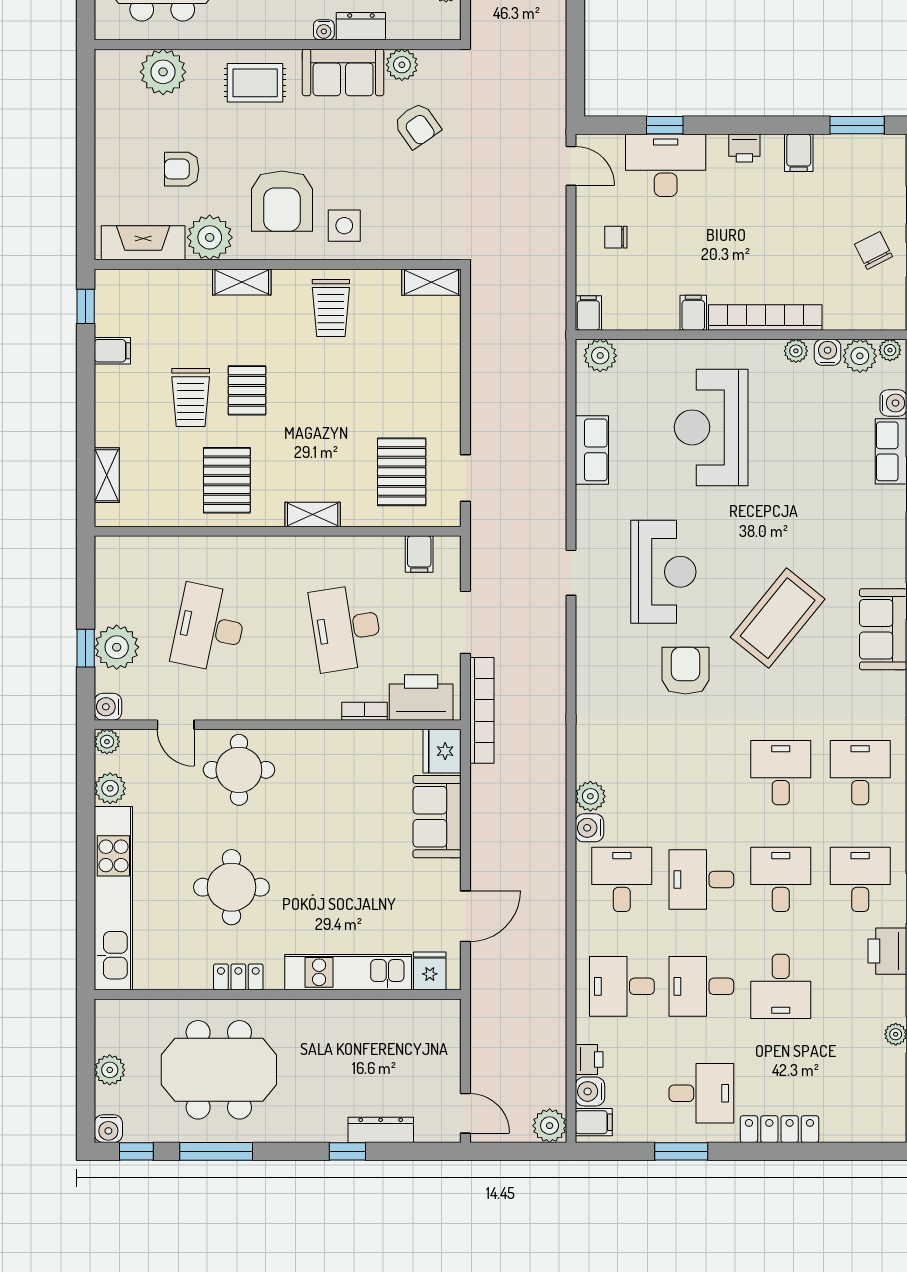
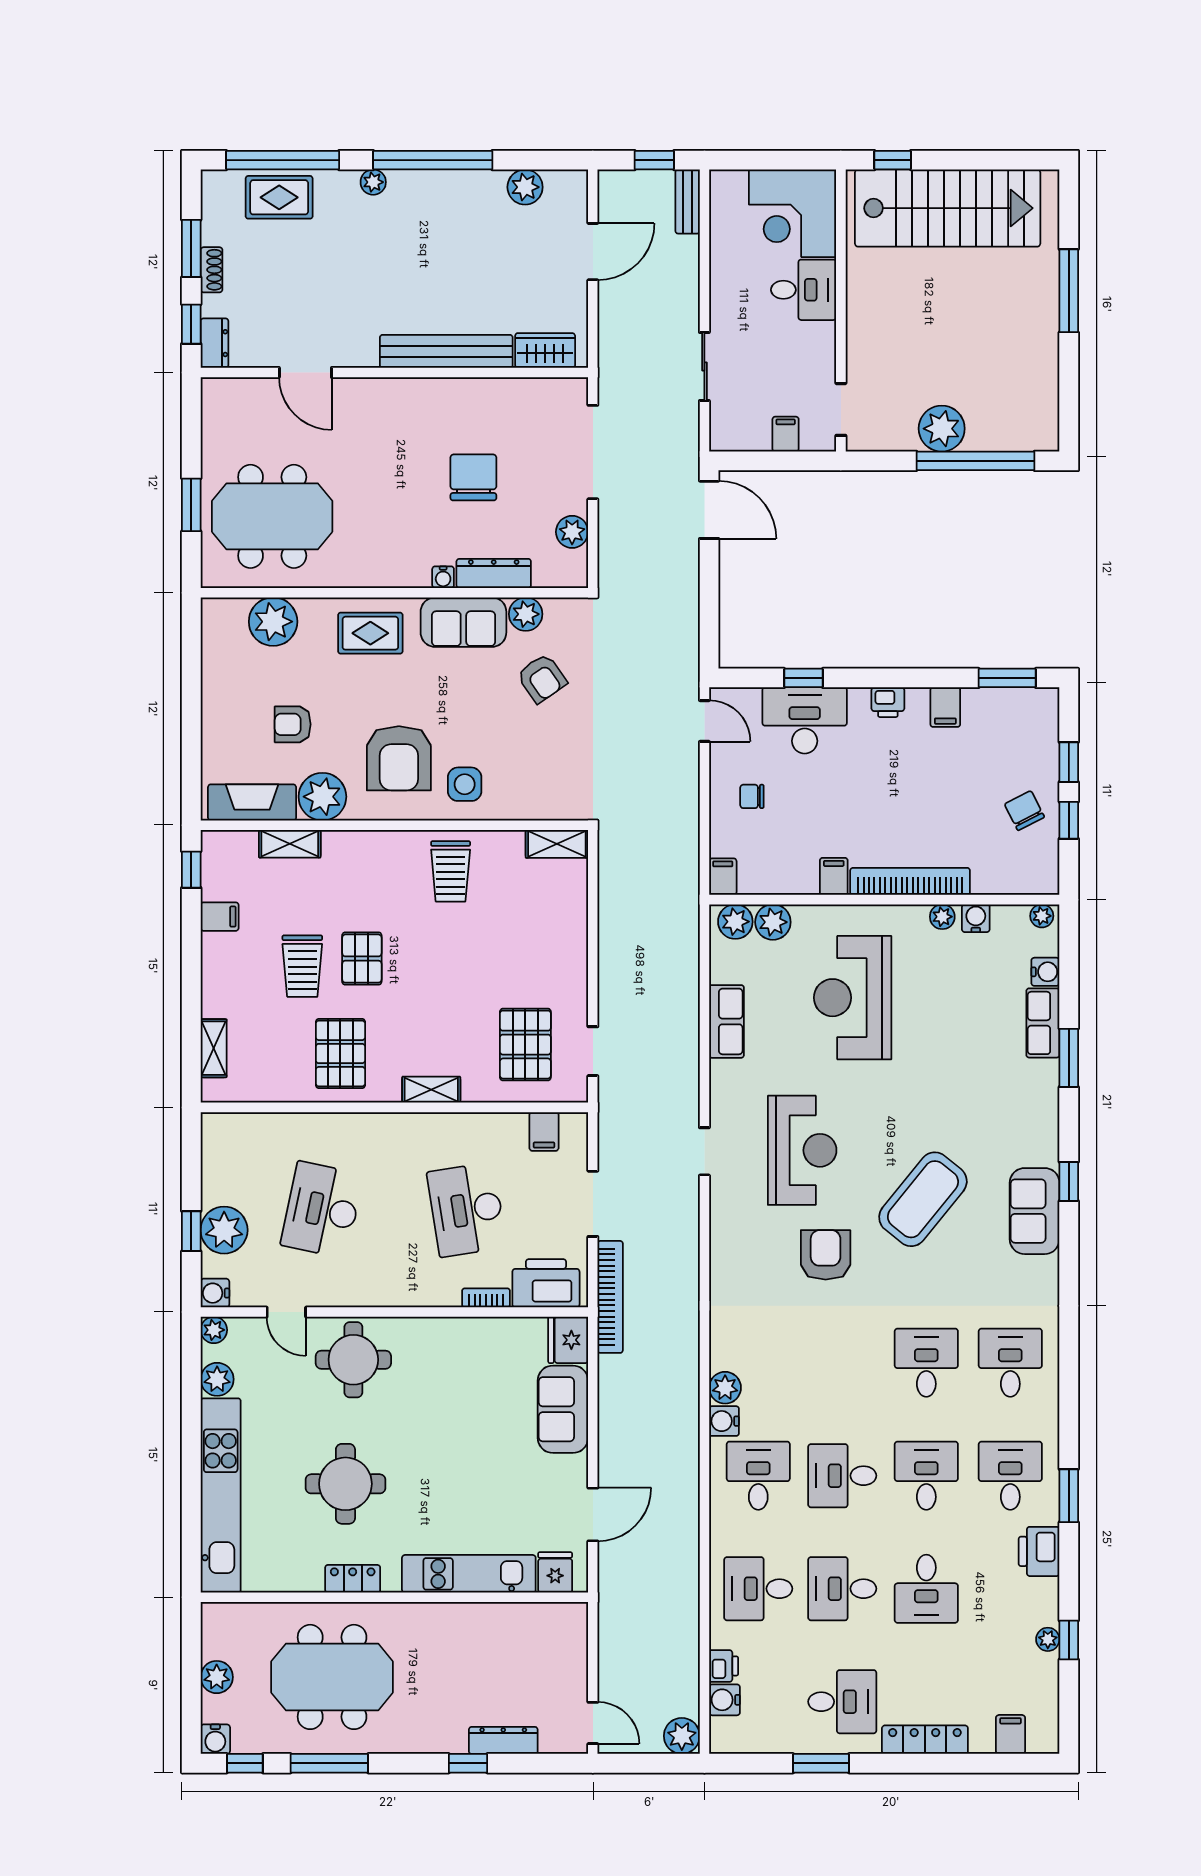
dresser: (361, 26) -> (494, 573), width x1.44
shelving: (242, 282) -> (290, 844), moved
plant: (860, 356) -> (773, 922), moved
filing cabinet: (594, 1122) -> (1011, 1734), moved, turned -90

